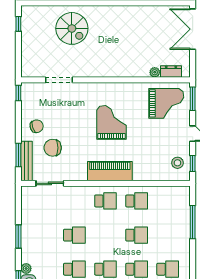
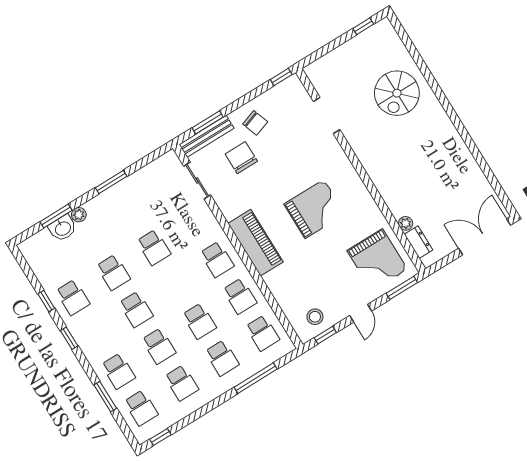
school desk: (168, 201) -> (263, 333), added
school desk: (168, 235) -> (222, 358), added

